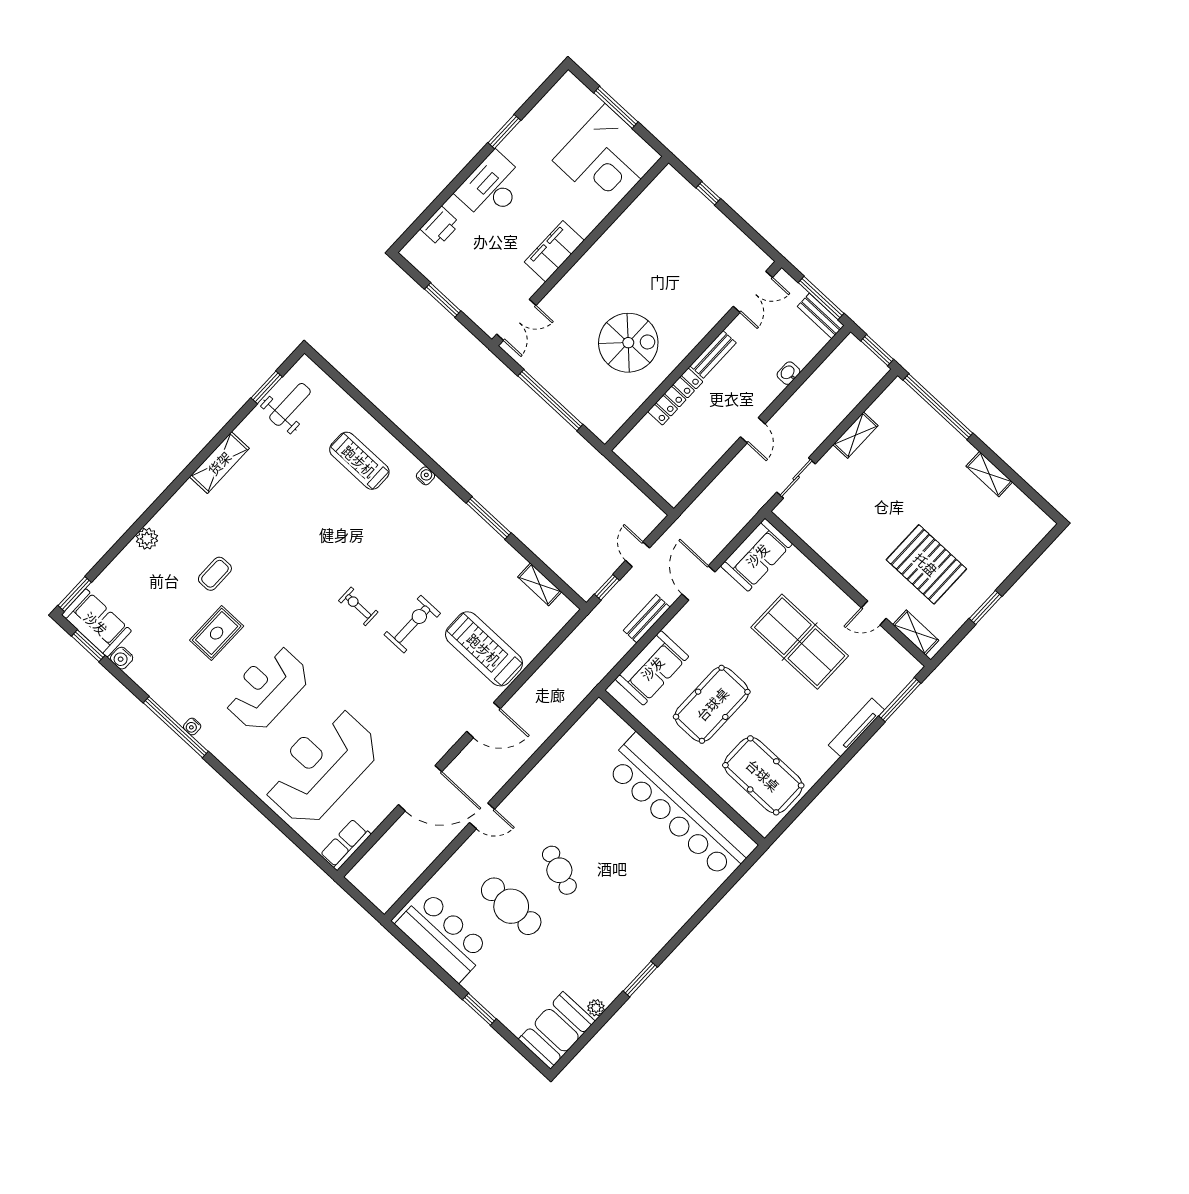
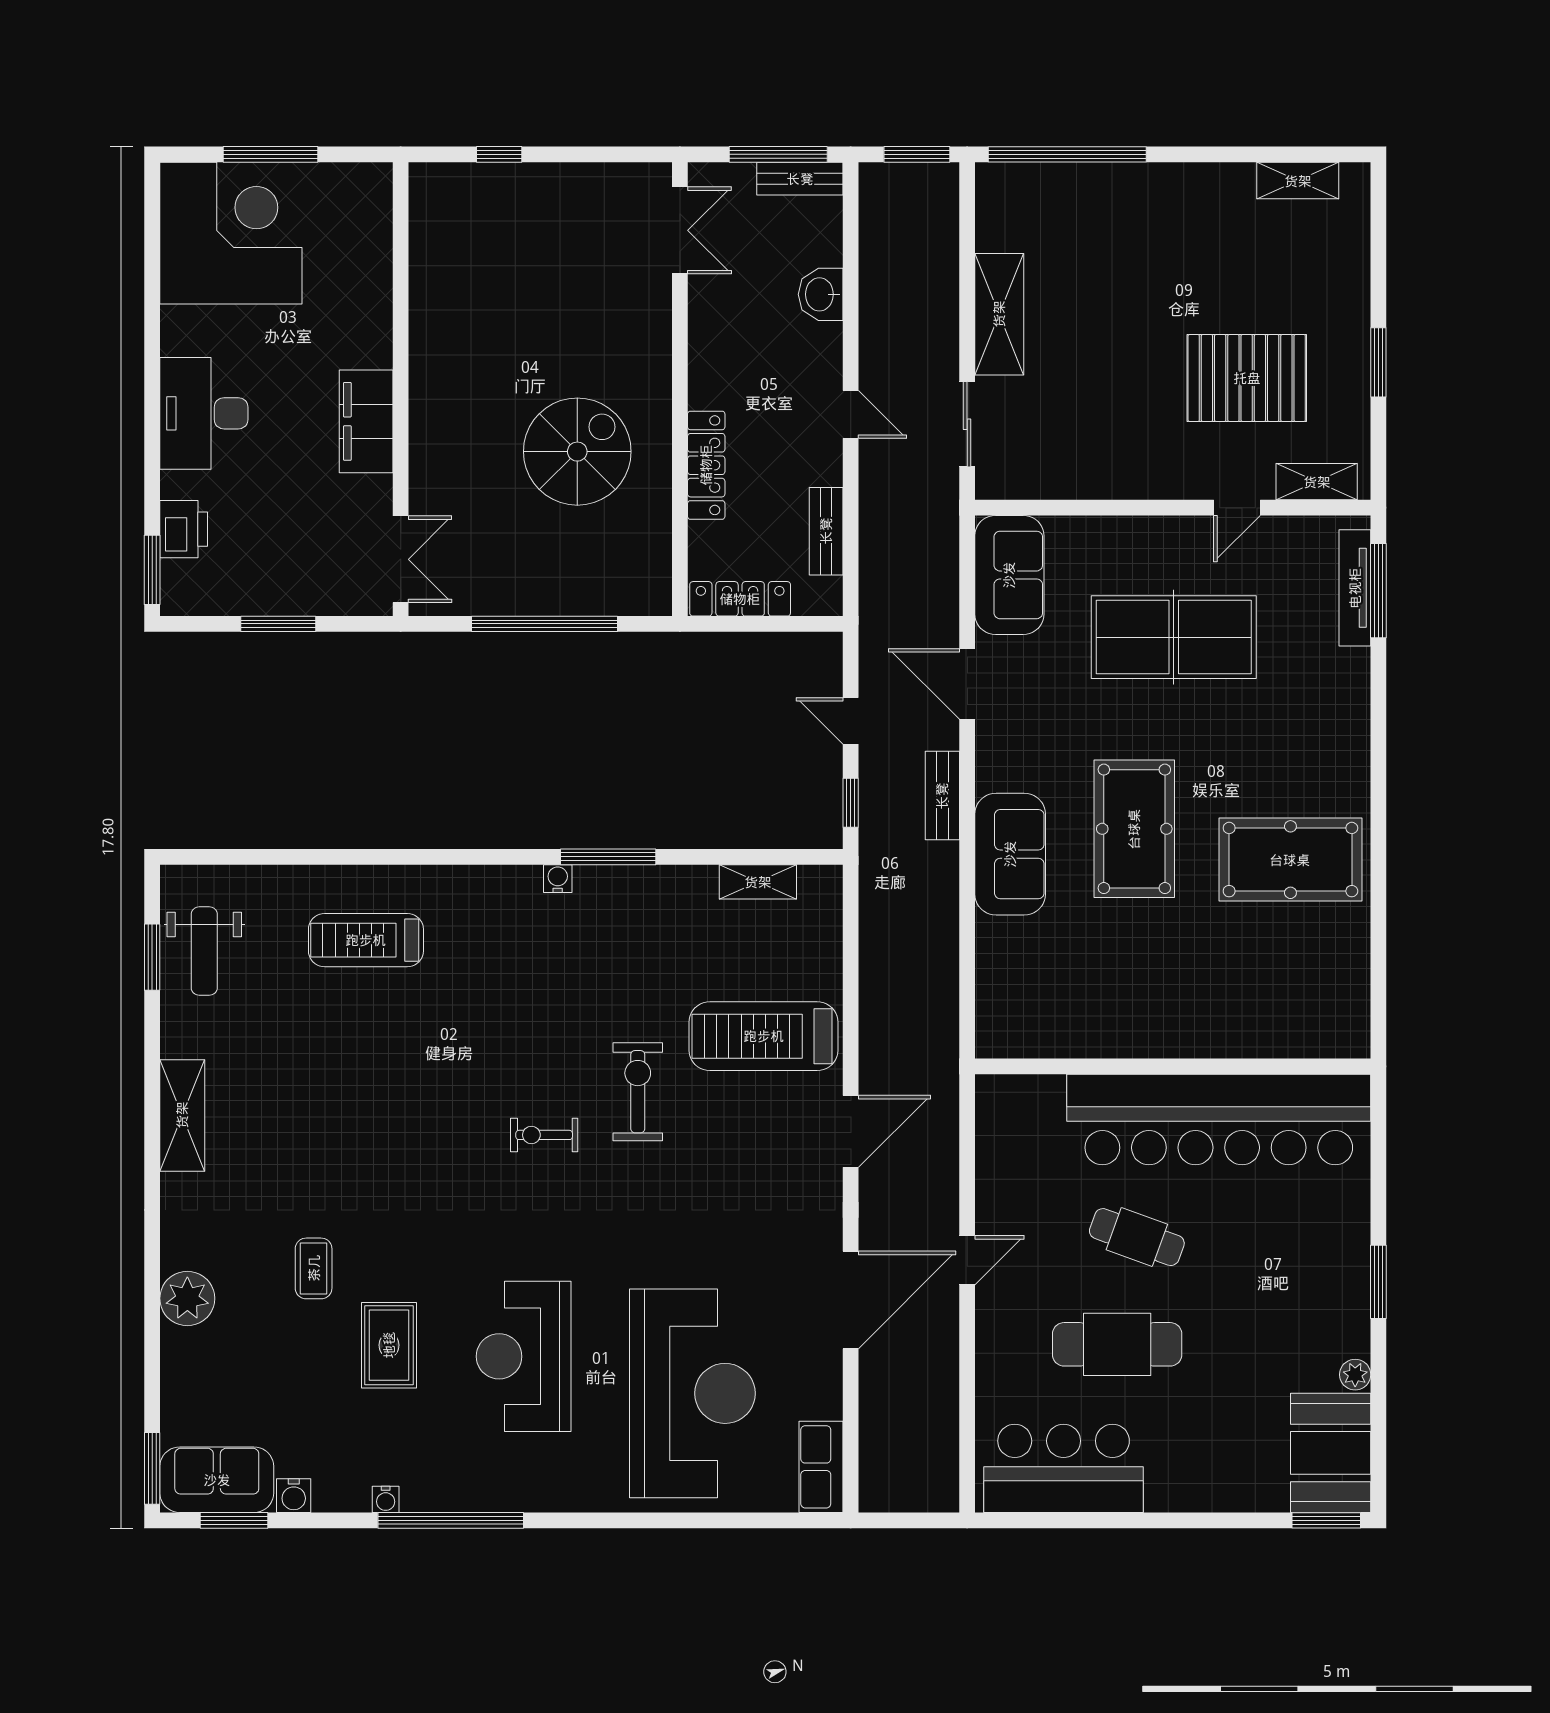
window: (504, 132) -> (152, 570), moved
corner desk: (607, 158) -> (231, 233), moved, turned -90
bench: (713, 354) -> (826, 531), moved
washbasin: (788, 373) -> (821, 294), width x1.38, depth x1.45
weight bench: (290, 404) -> (204, 951), turned 180
shelving: (856, 435) -> (999, 314), width x1.50, depth x1.33
locker: (639, 463) -> (740, 599), added
shelving: (989, 474) -> (1298, 181), moved
water cooler: (425, 476) -> (558, 879), moved
plant: (147, 539) -> (187, 1298), width x1.36, depth x1.36
water cooler: (192, 726) -> (386, 1499), moved
tv unit: (856, 727) -> (1355, 588), moved
reception desk: (321, 766) -> (692, 1393), turned 180
wall: (682, 768) -> (1173, 1066), moved
bar counter: (680, 806) -> (1219, 1119), moved
window: (479, 1009) -> (1326, 1520), moved

